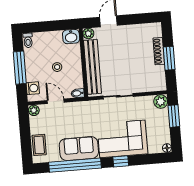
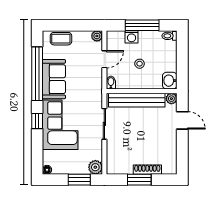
washing machine: (33, 88) -> (132, 37), moved

